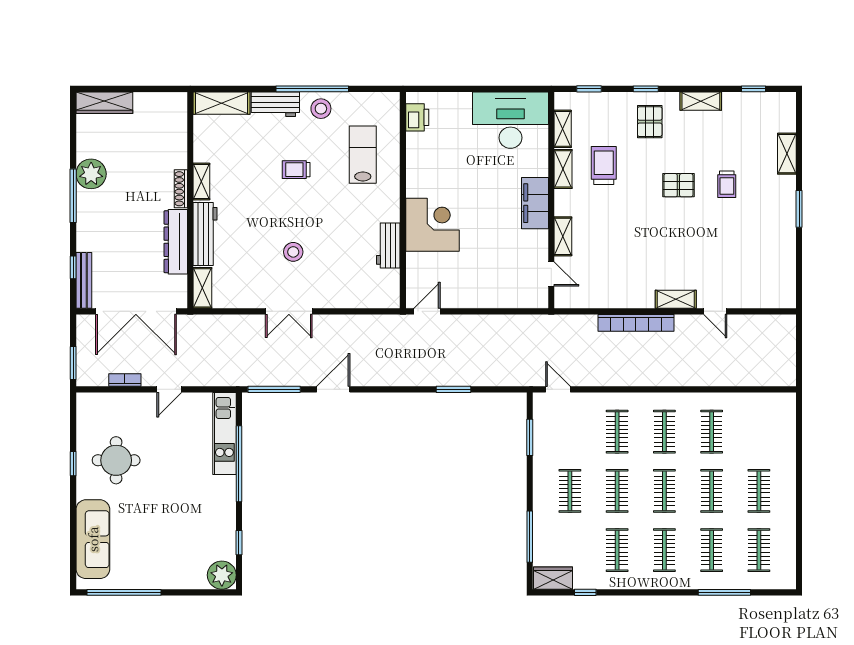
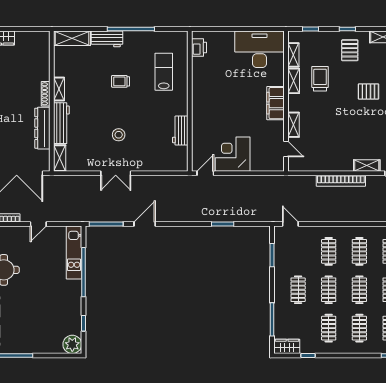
stool: (321, 109) -> (137, 42), removed
corner desk: (432, 225) -> (233, 154), moved, turned -90

